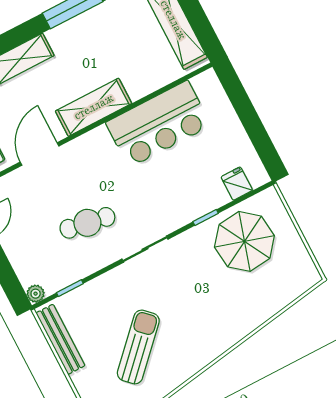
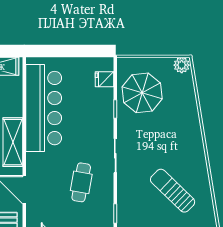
bar counter: (158, 124) -> (44, 108), width x1.36
plant: (307, 274) -> (182, 65), added

